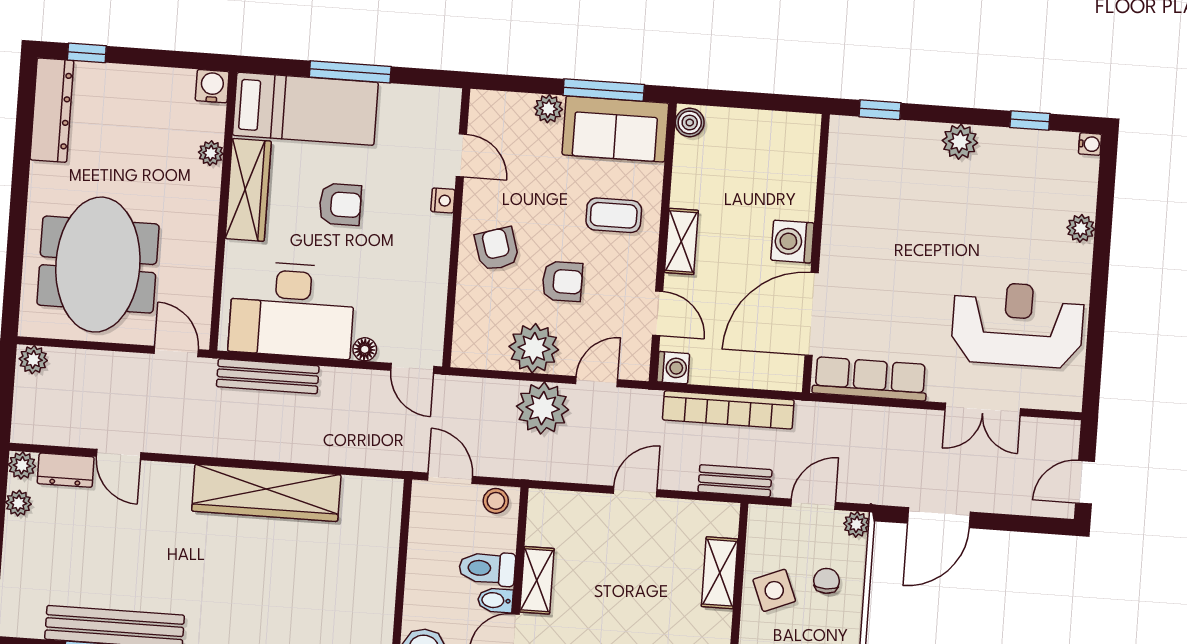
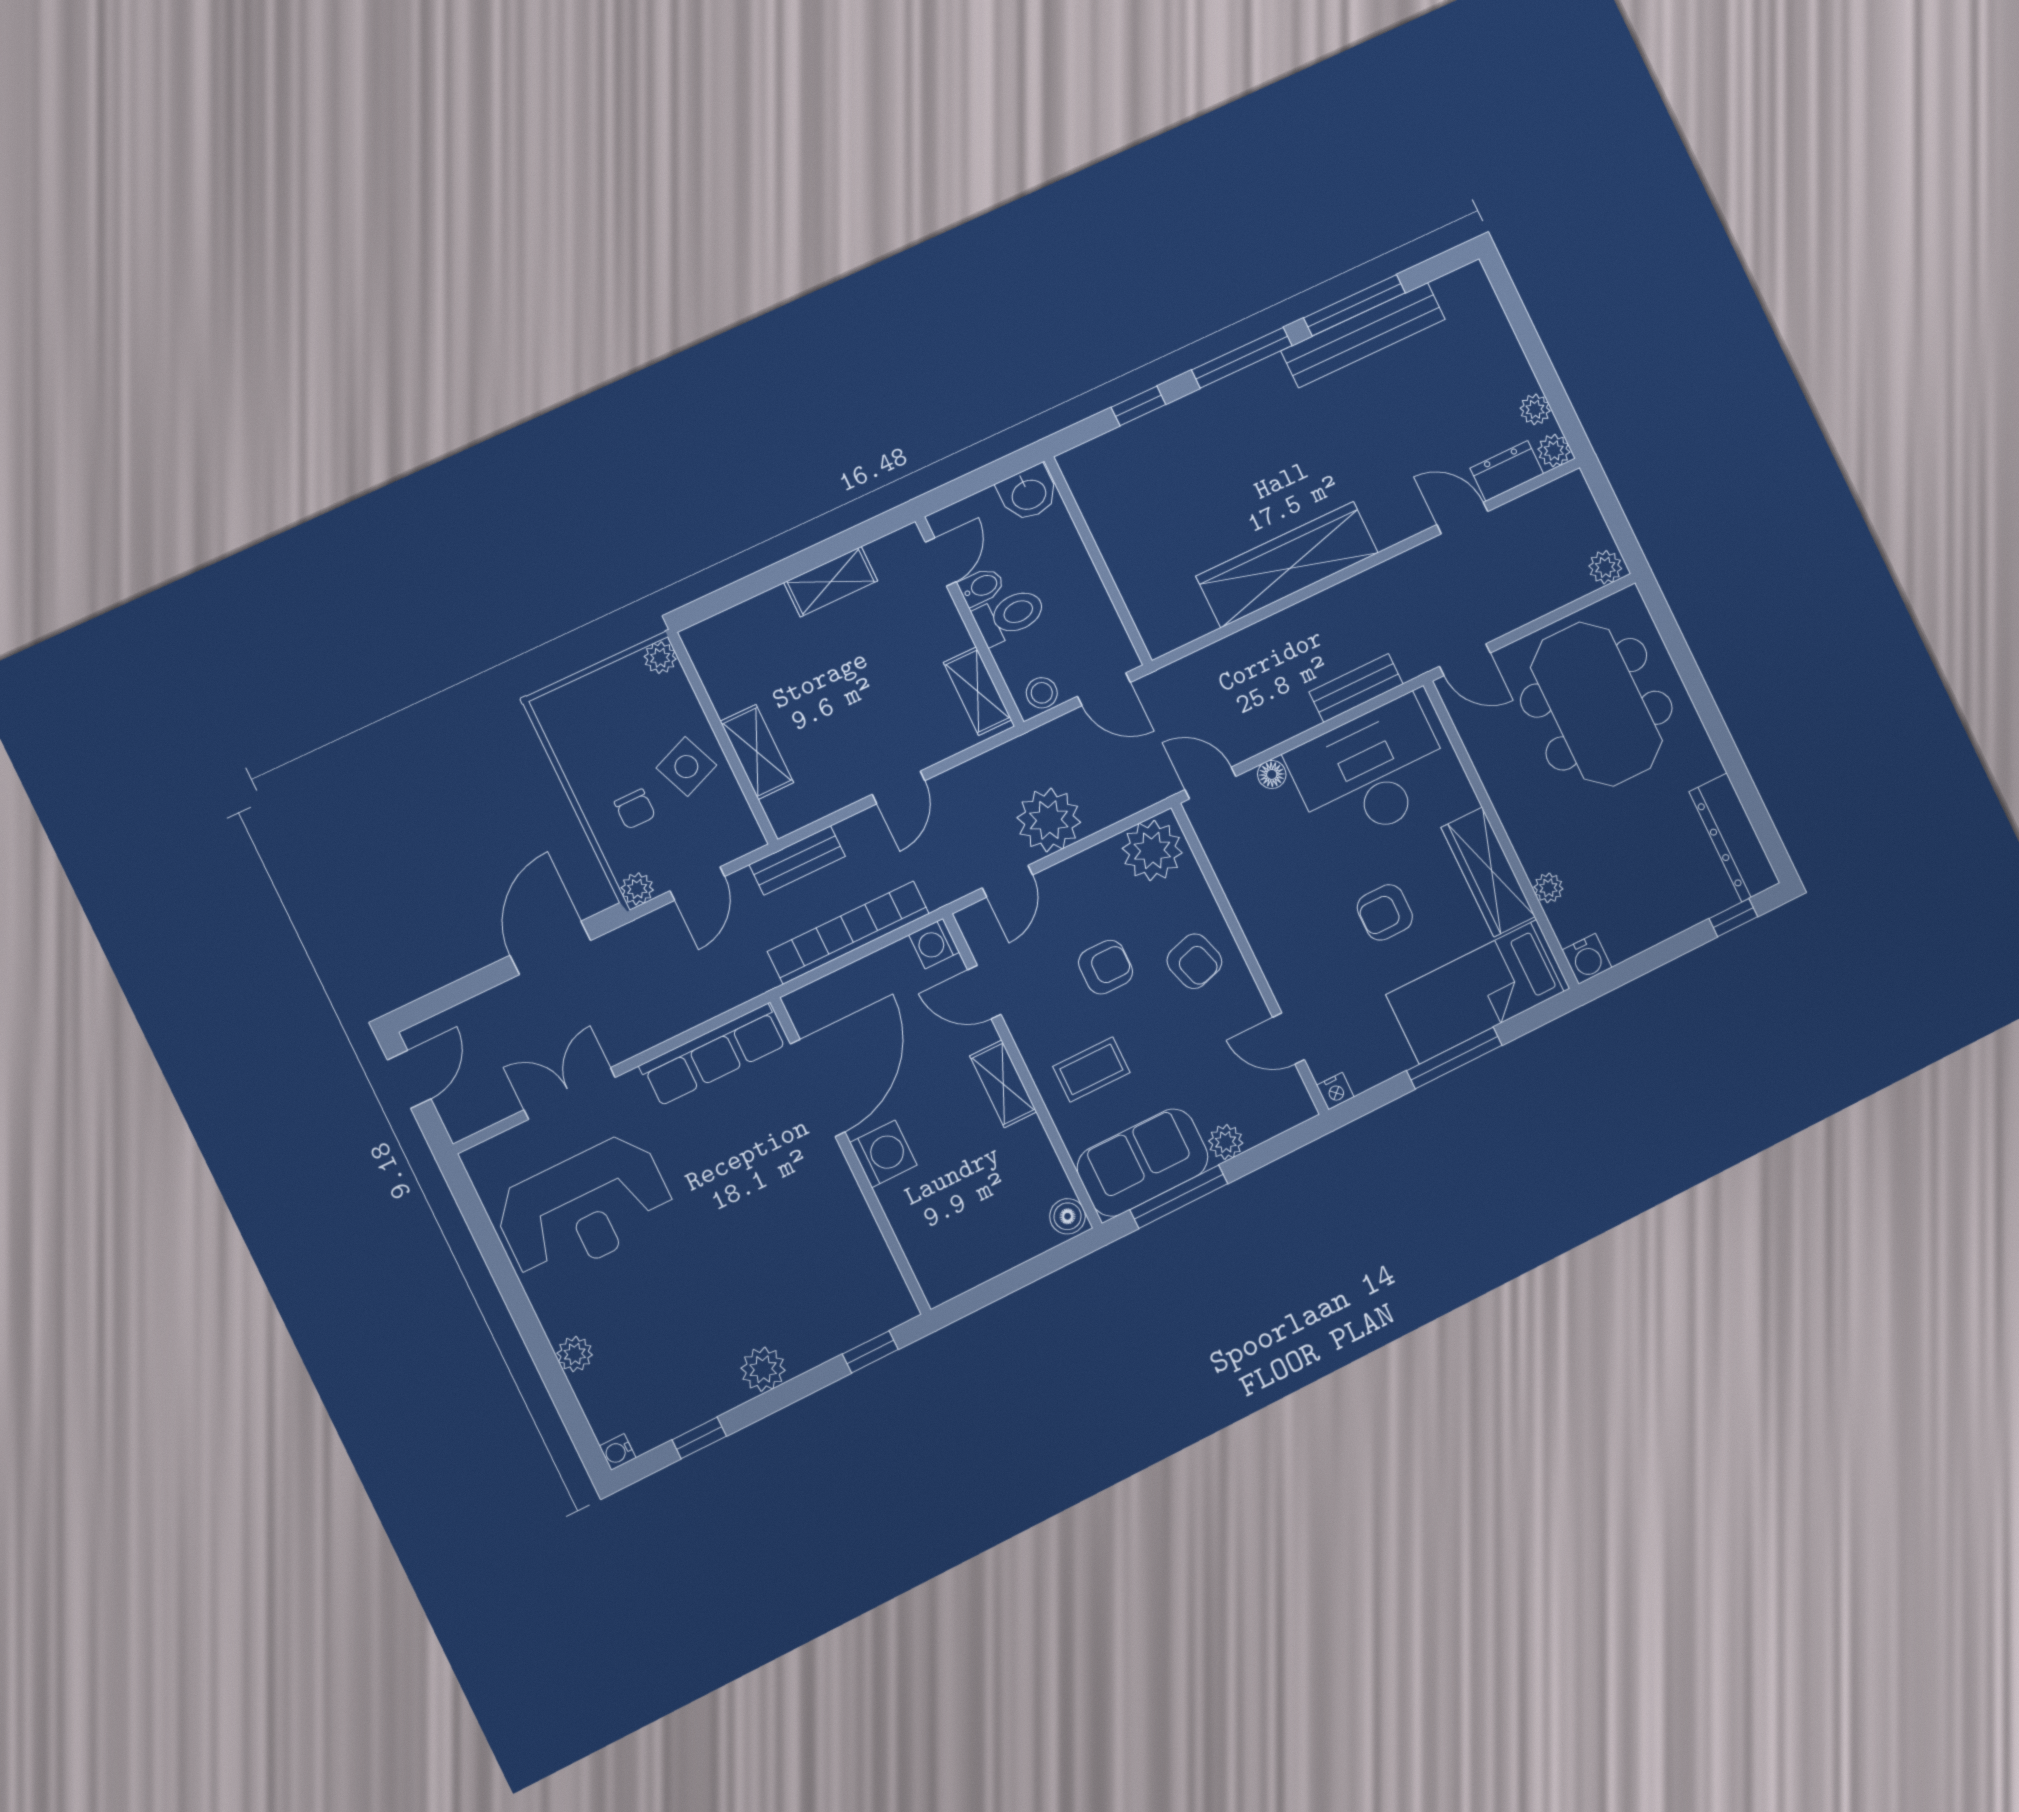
nightstand: (443, 200) -> (1335, 1091), moved, turned -90
armchair: (562, 281) -> (1106, 967), turned 180
plant: (534, 348) -> (1152, 851), moved
bench: (268, 376) -> (1356, 688), width x0.73
shelving: (537, 580) -> (977, 691), moved

